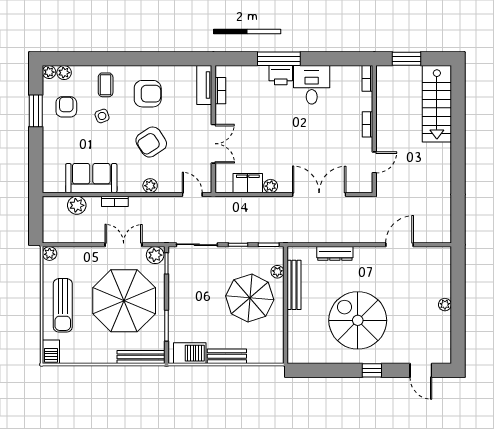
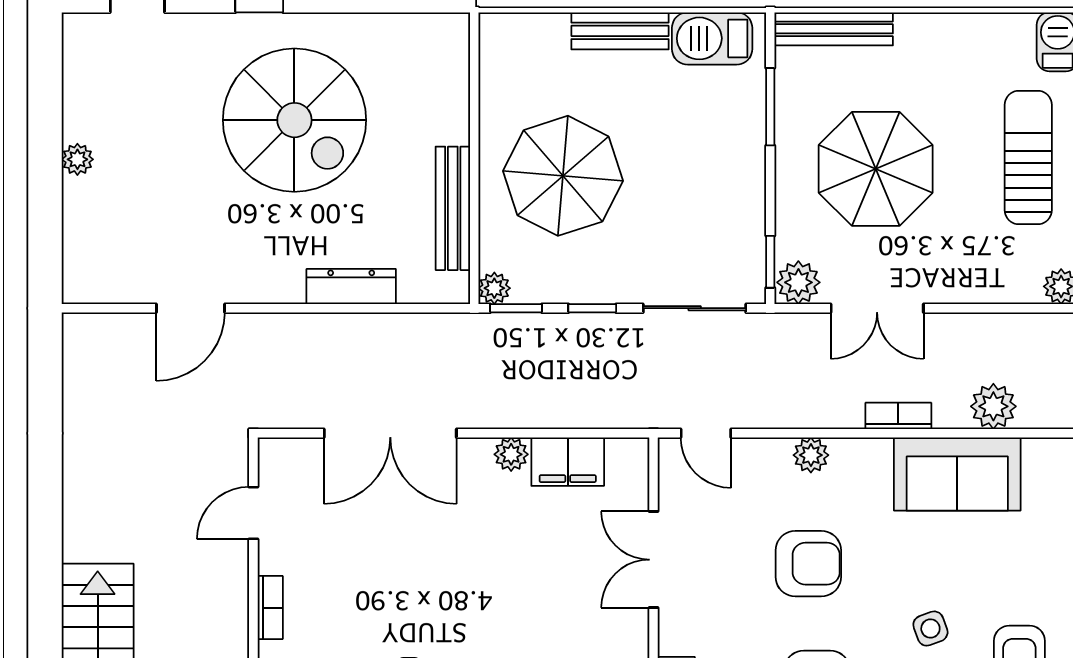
armchair: (151, 142) -> (808, 564), turned 33
plant: (277, 272) -> (494, 288), moved
parasol: (124, 301) -> (876, 169), width x0.73, depth x0.73

